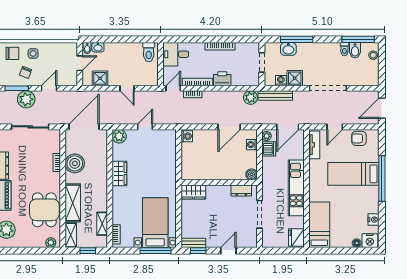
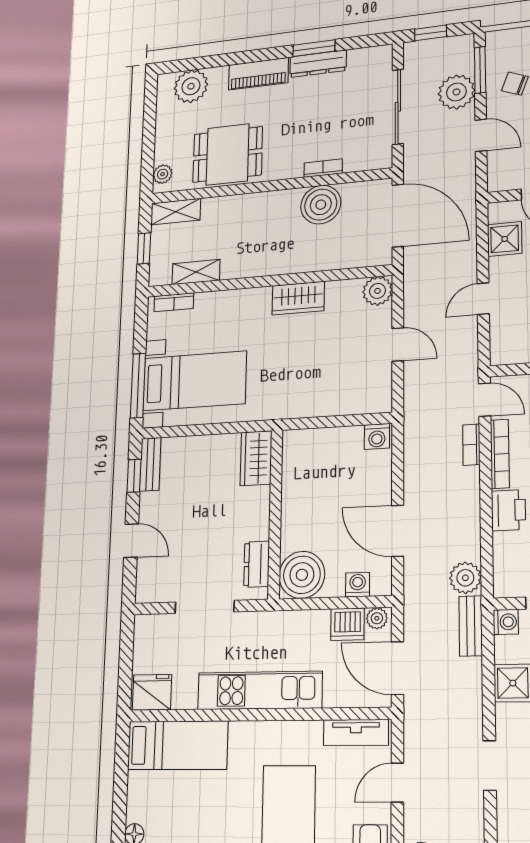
washing machine: (281, 81) -> (506, 622), moved
doorway: (328, 88) -> (490, 765), width x0.53
bench: (275, 95) -> (471, 626), width x0.73
door: (335, 127) -> (397, 783), hinge flipped
boiler: (251, 174) -> (302, 575), width x1.86, depth x1.86
shelving: (73, 203) -> (240, 209), removed

